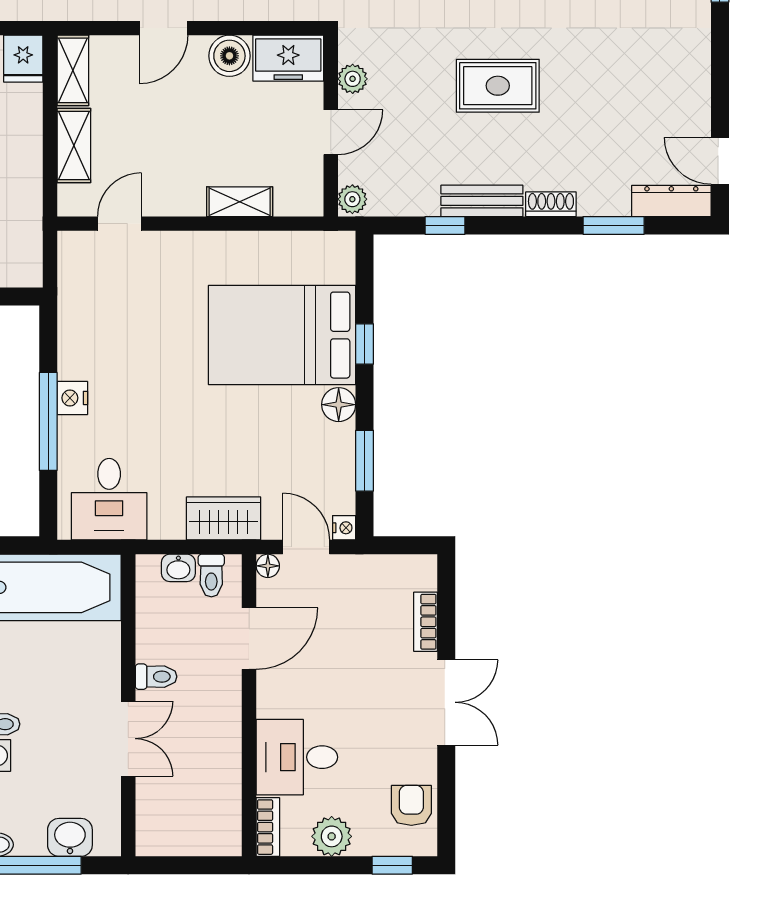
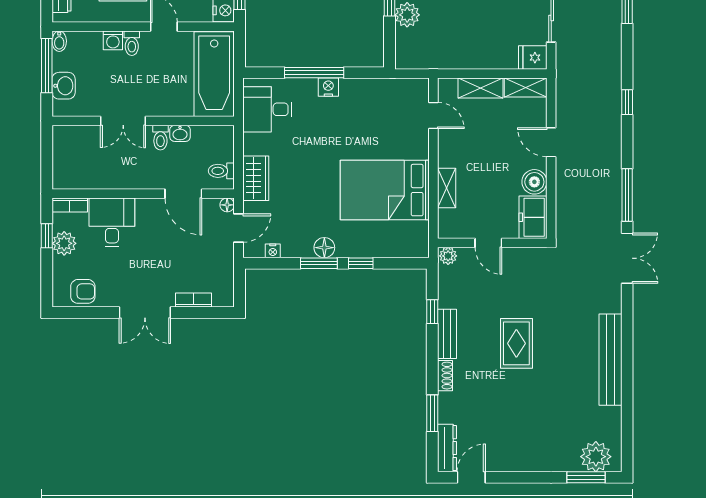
plant: (353, 79) -> (521, 256), removed
bed: (282, 335) -> (385, 190), moved, turned -90
window: (365, 461) -> (319, 263), moved
nightstand: (344, 528) -> (273, 251), moved
washbasin: (178, 568) -> (180, 133), moved, turned -90
window: (392, 865) -> (47, 236), moved

